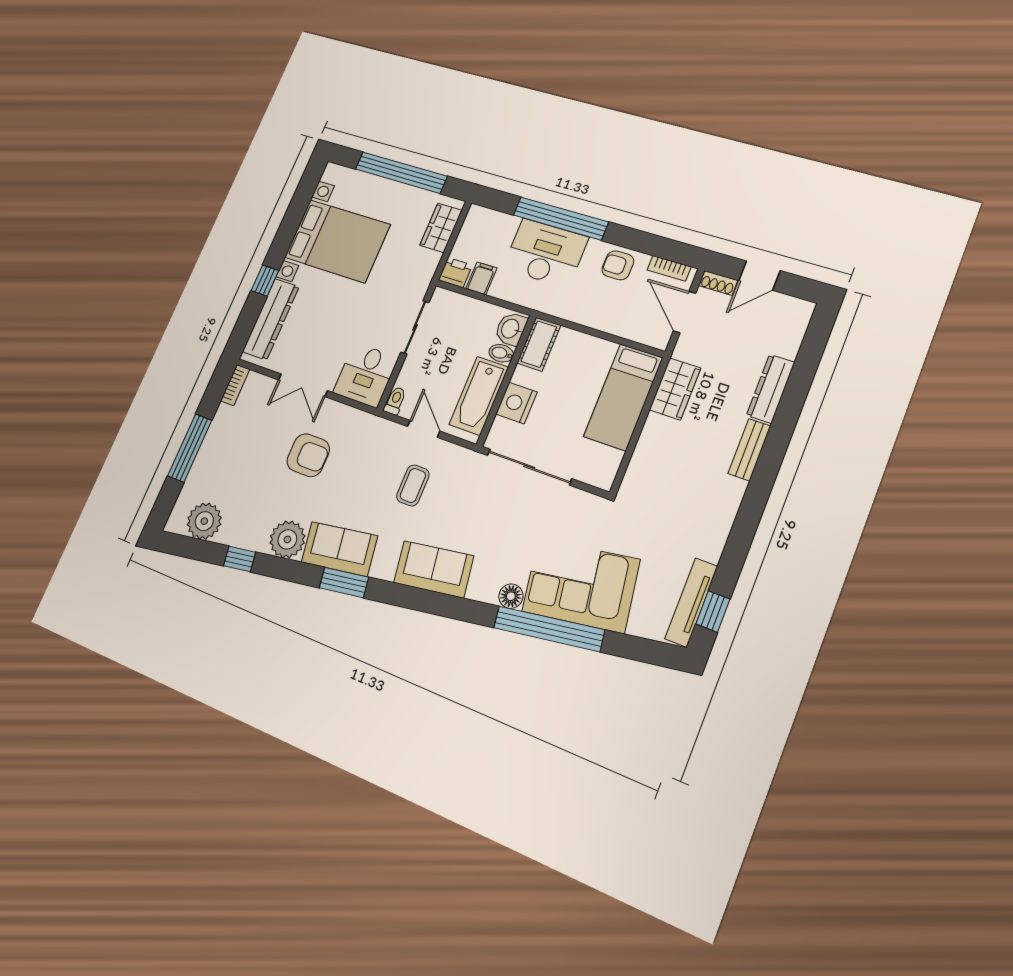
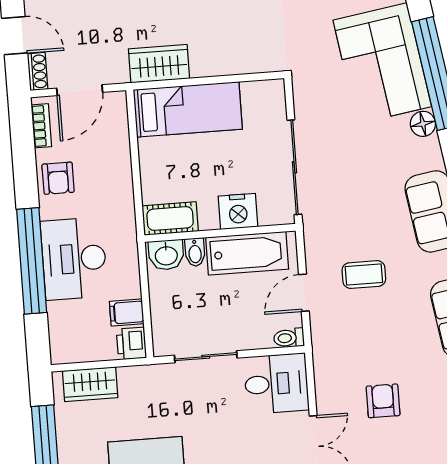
armchair: (308, 455) -> (383, 401), width x0.72, depth x0.72

